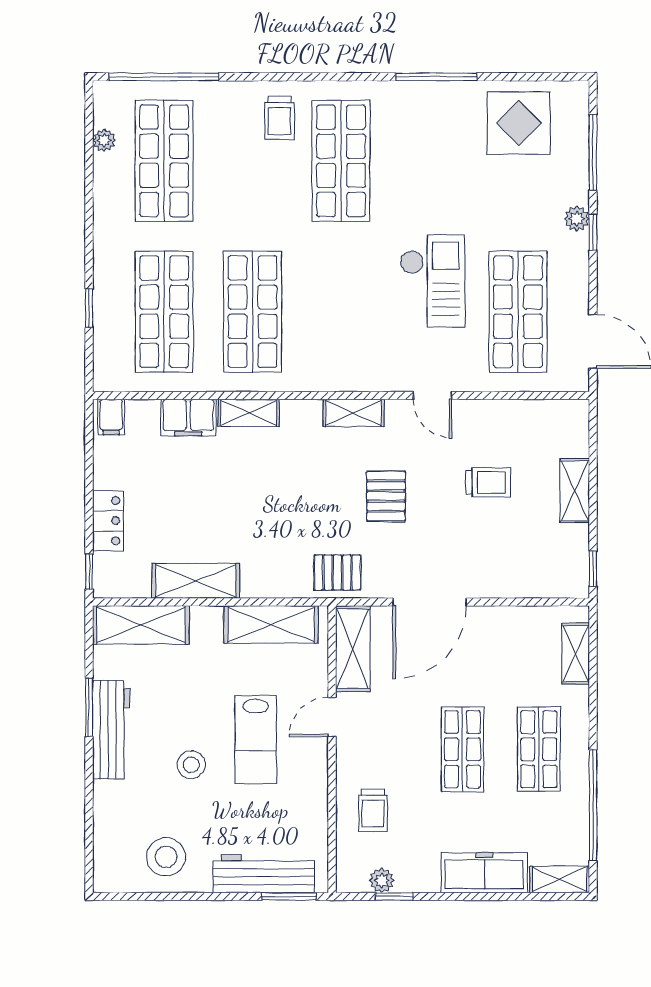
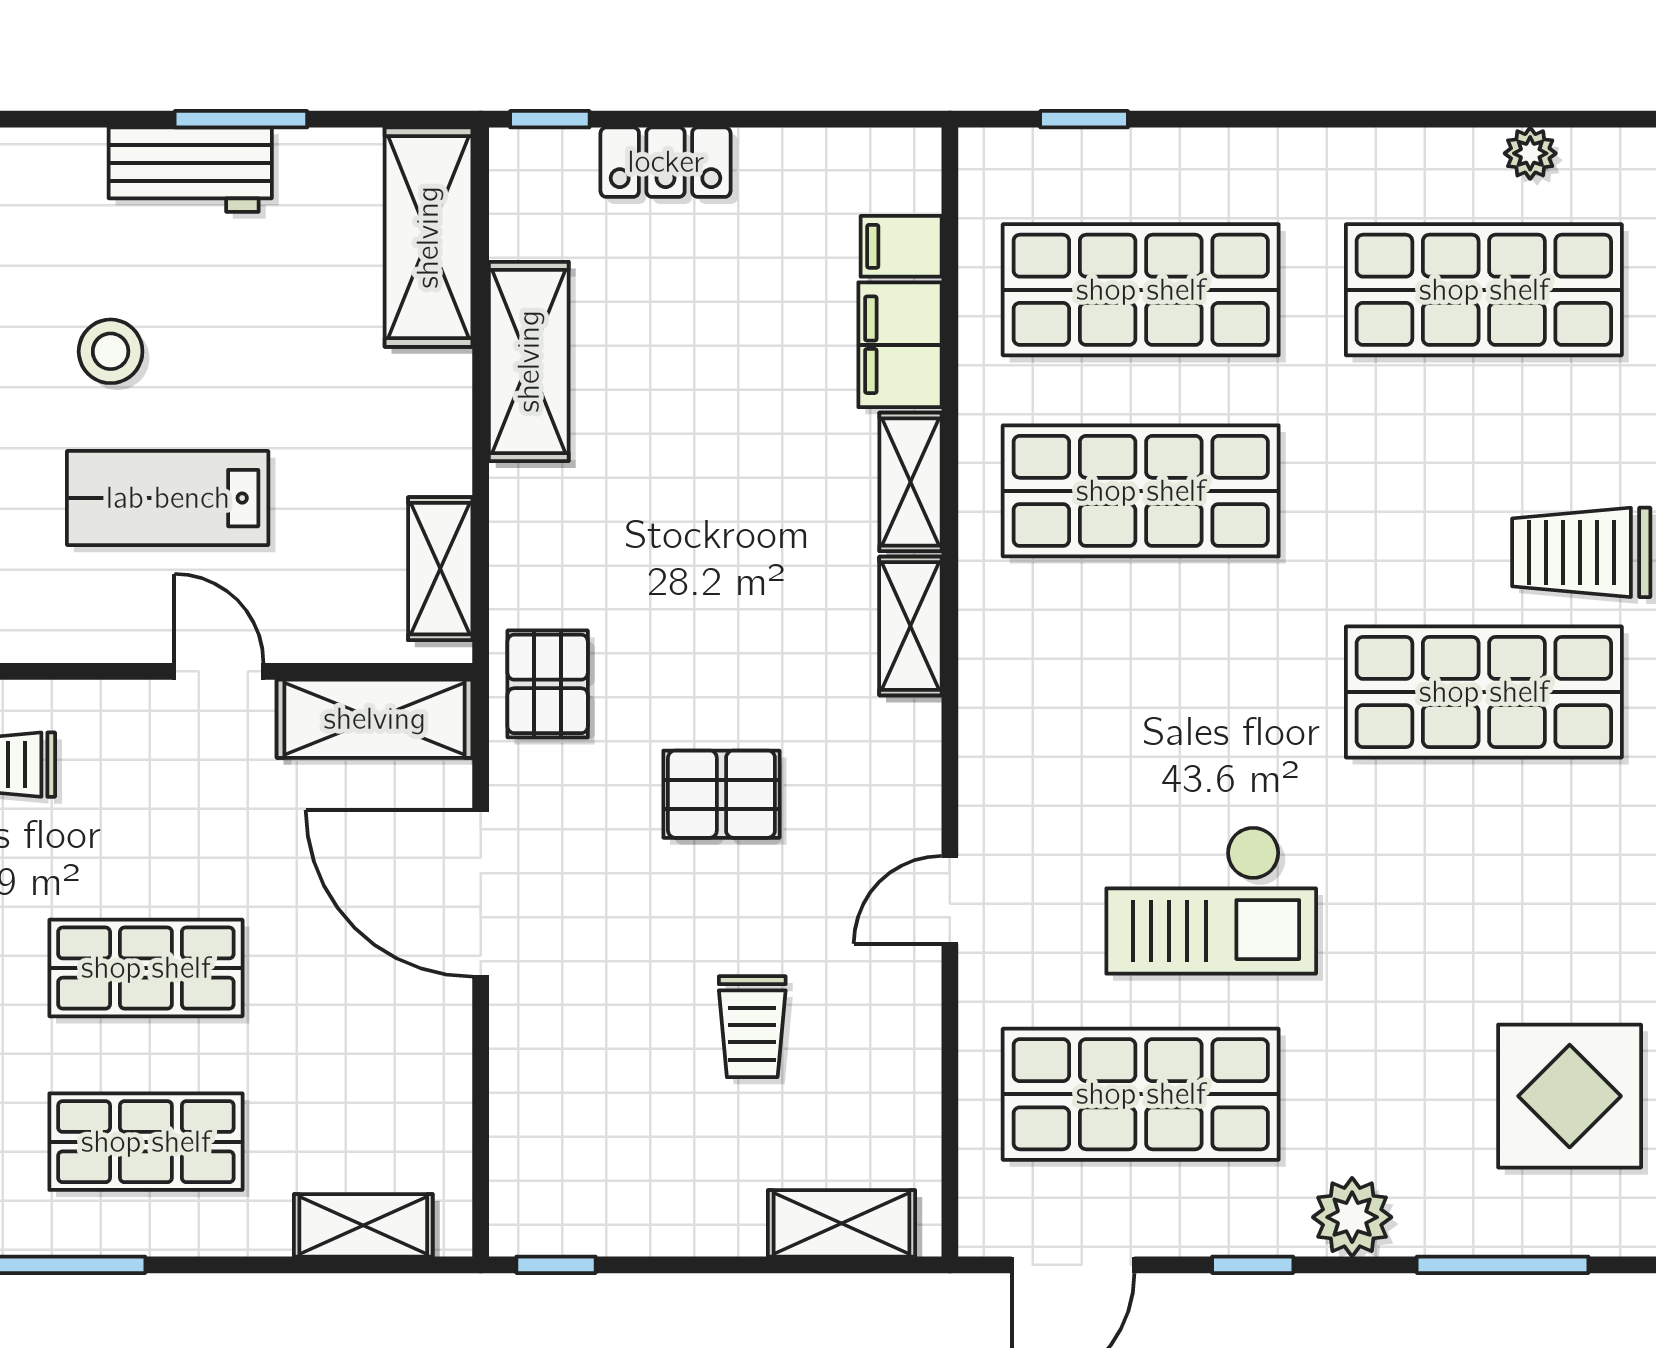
trolley: (280, 118) -> (1581, 552), width x1.36, depth x1.39
plant: (577, 219) -> (1352, 1217), width x1.38, depth x1.38
window: (593, 232) -> (1253, 1265), moved
window: (89, 308) -> (1084, 119), moved
shelving: (354, 413) -> (910, 626), moved
filing cabinet: (111, 417) -> (901, 246), moved
shelving: (575, 491) -> (841, 1223), moved
shelving: (271, 624) -> (440, 569), width x0.67, depth x0.75
workbench: (111, 730) -> (190, 170), width x0.73

